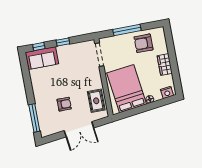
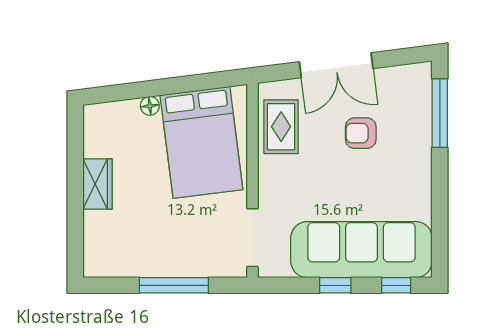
armchair: (144, 43) -> (140, 245), removed
sofa: (42, 58) -> (361, 250), width x1.85, depth x1.27
nightstand: (167, 93) -> (105, 115), removed
double door: (79, 129) -> (336, 65), swing flipped

